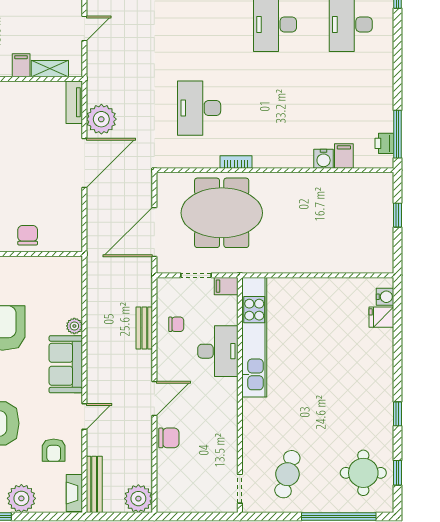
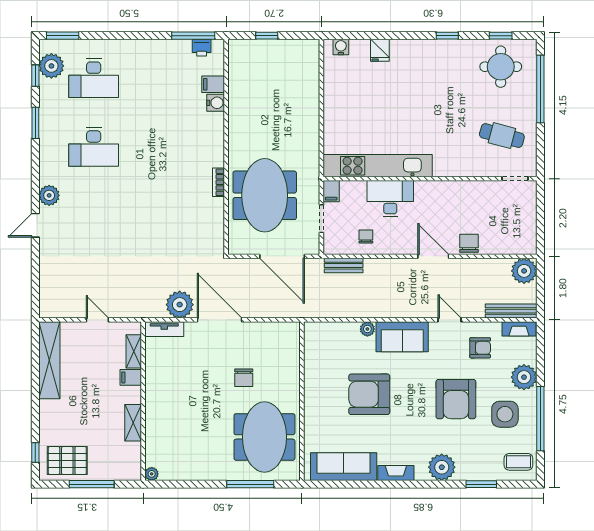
desk: (199, 108) -> (170, 216), removed
chair: (28, 235) -> (244, 378), moved, turned -90
fridge: (381, 317) -> (380, 50), moved
bench: (144, 328) -> (344, 266), moved

